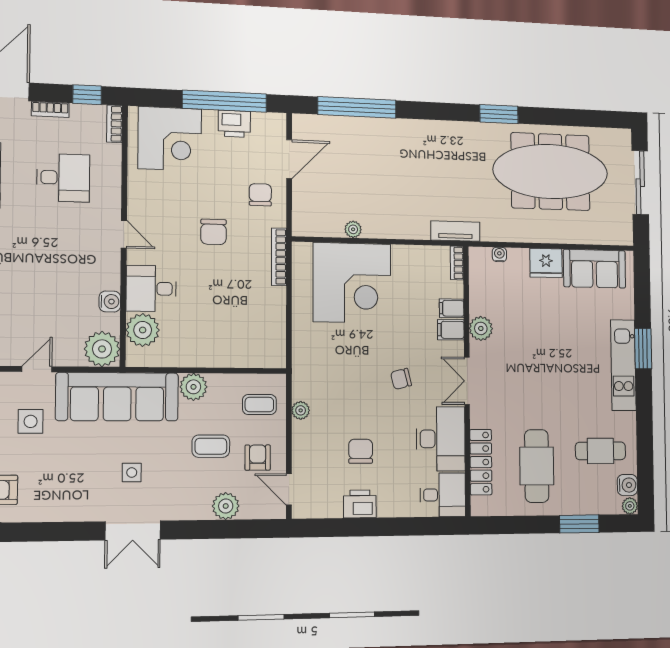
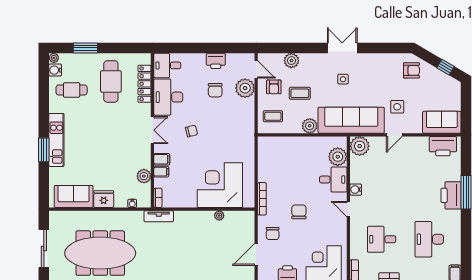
water cooler: (110, 301) -> (356, 190), moved
plant: (481, 328) -> (144, 176), moved
plant: (301, 410) -> (245, 88), moved, width x1.88, depth x1.88

